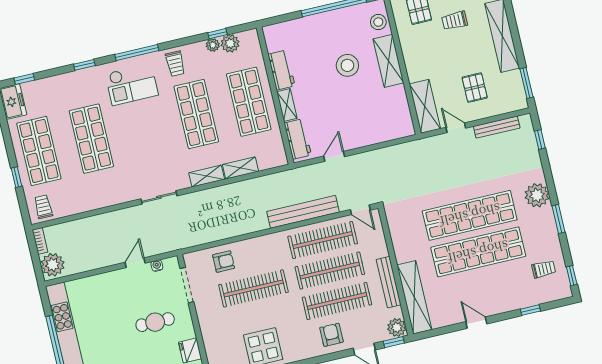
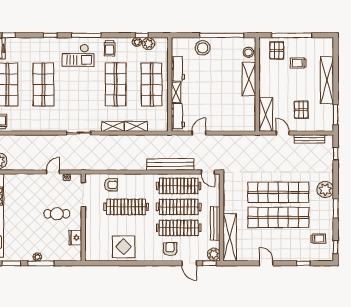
stool: (347, 65) -> (203, 48), moved

